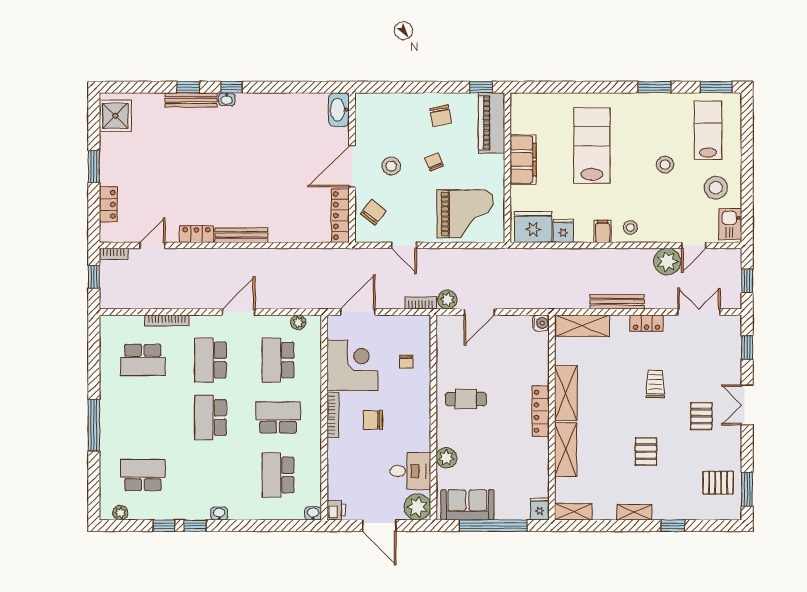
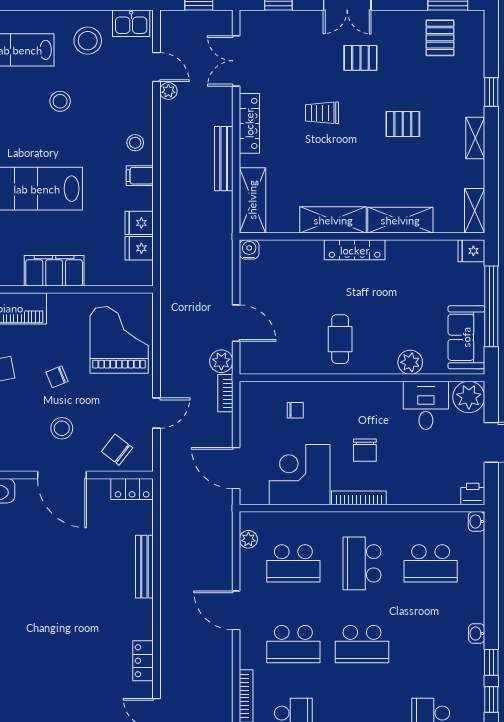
locker: (340, 216) -> (132, 489), width x0.66
fridge: (533, 227) -> (139, 248), width x0.53, depth x0.75
bench: (241, 235) -> (144, 567), moved
plant: (667, 262) -> (168, 91), width x0.53, depth x0.53
locker: (646, 323) -> (249, 123), width x1.53

